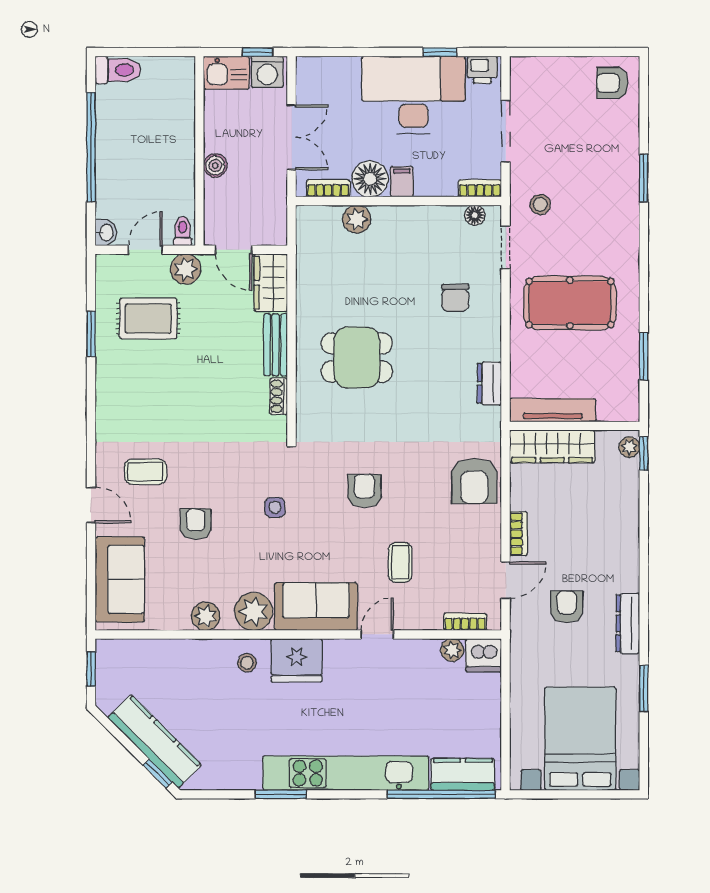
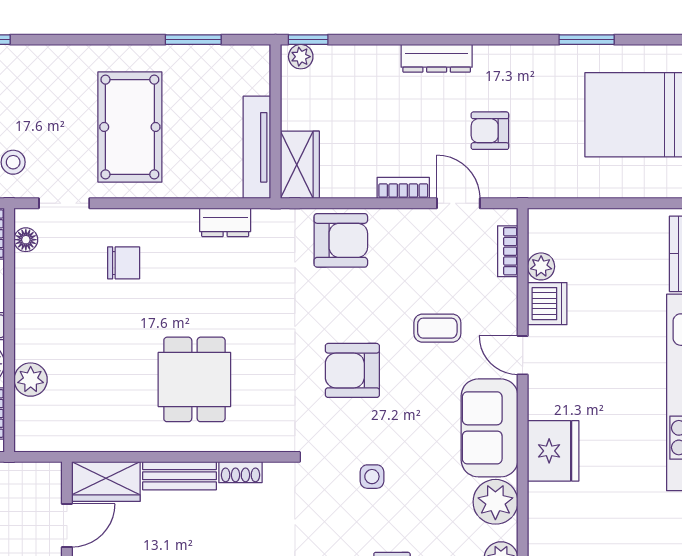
wardrobe: (552, 446) -> (300, 165), width x0.67
armchair: (364, 491) -> (352, 370), width x1.38, depth x1.38
dresser: (628, 623) -> (437, 58), moved
dishwasher: (484, 655) -> (547, 304), moved
stool: (247, 663) -> (556, 510), removed

